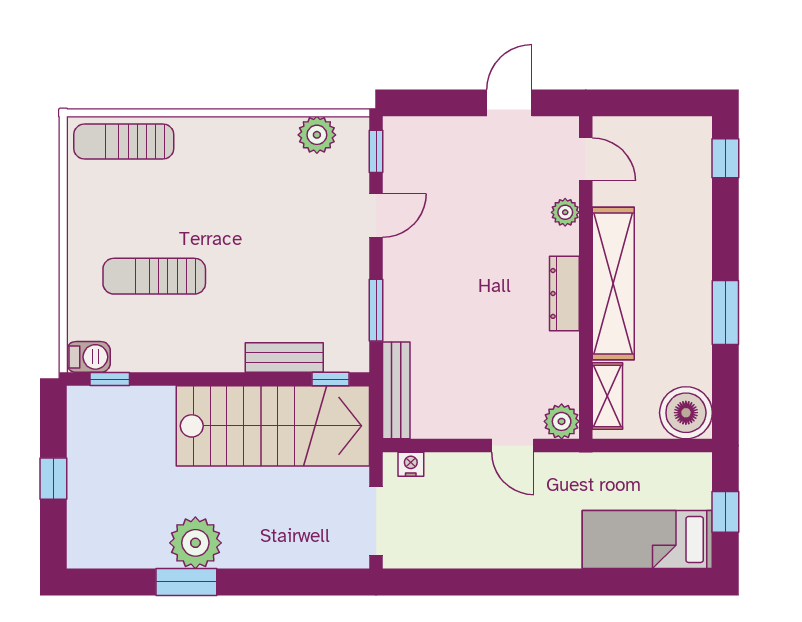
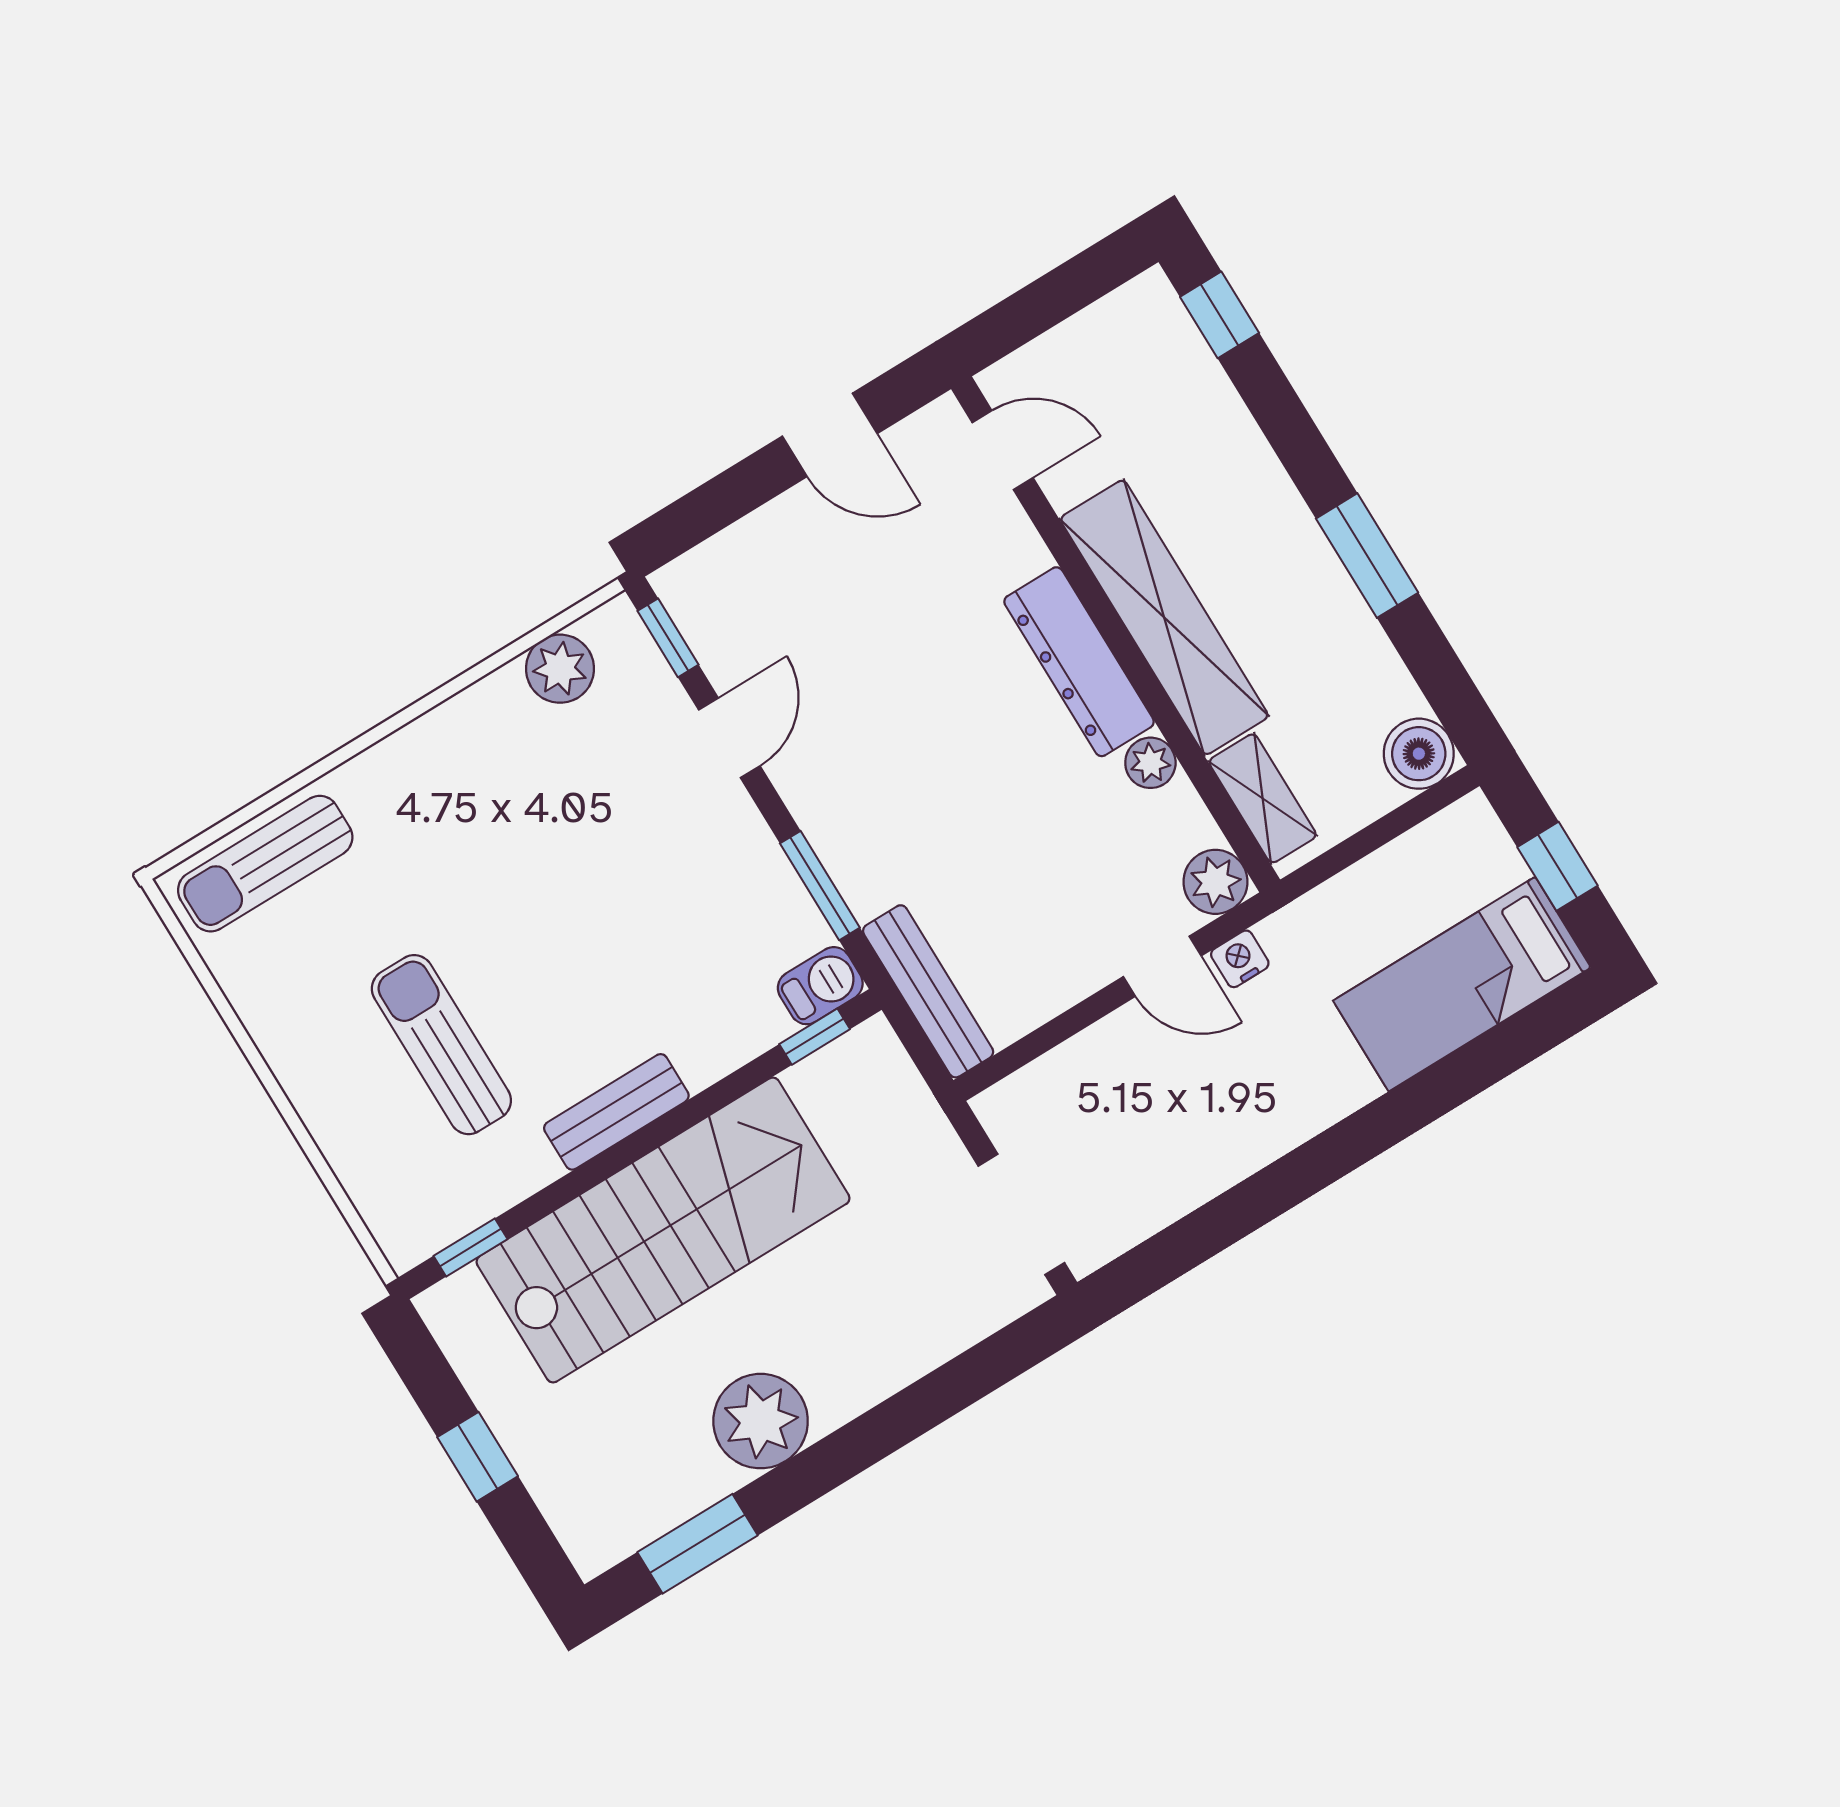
door: (509, 103) -> (830, 435), swing flipped
plant: (565, 212) -> (1150, 763), moved
sun lounger: (154, 276) -> (441, 1045), turned 90
dresser: (564, 293) -> (1079, 662), width x1.37, depth x1.24
barbecue: (88, 357) -> (820, 986), moved
bench: (284, 358) -> (616, 1112), moved
boiler: (686, 413) -> (1419, 754), width x0.73, depth x0.73
stairs: (273, 426) -> (663, 1230), moved
nightstand: (411, 464) -> (1240, 959), moved
window: (186, 582) -> (697, 1544), moved

